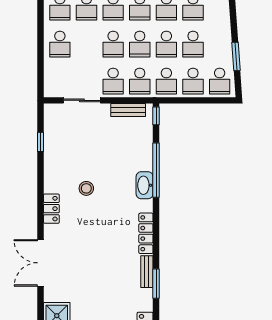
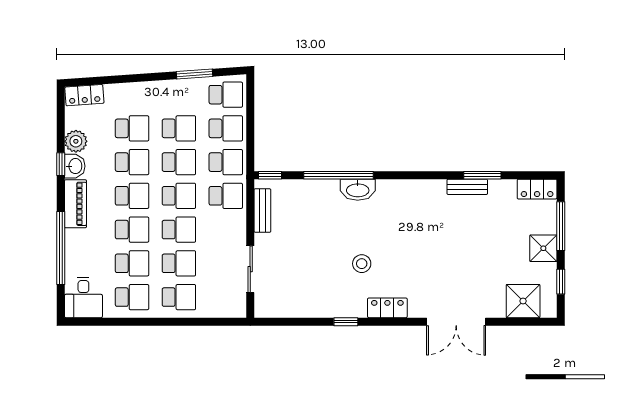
school desk: (113, 81) -> (179, 263), moved
window: (40, 142) -> (346, 322), moved
locker: (146, 233) -> (419, 188), removed

